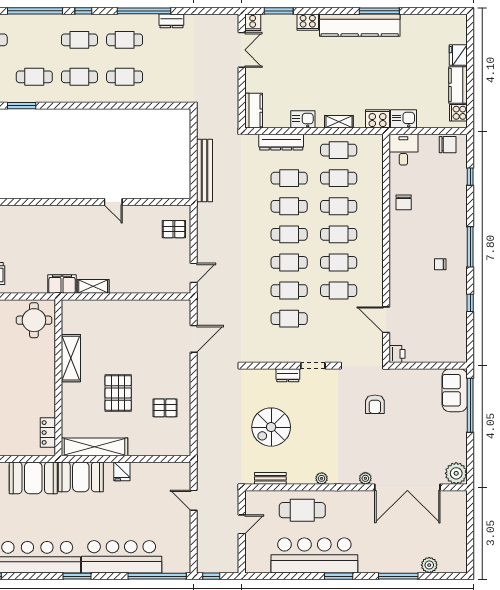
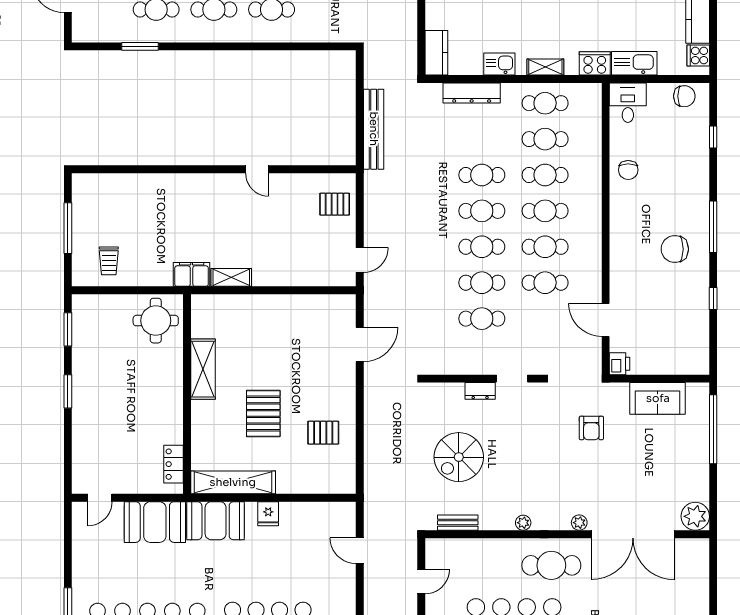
kitchen sink: (404, 119) -> (634, 63), width x1.38
cafe table: (289, 178) -> (482, 139), removed
chair: (440, 264) -> (675, 249), width x1.87, depth x1.87
sofa: (455, 390) -> (658, 398), moved, turned -90
cafe table: (302, 510) -> (551, 565), moved

